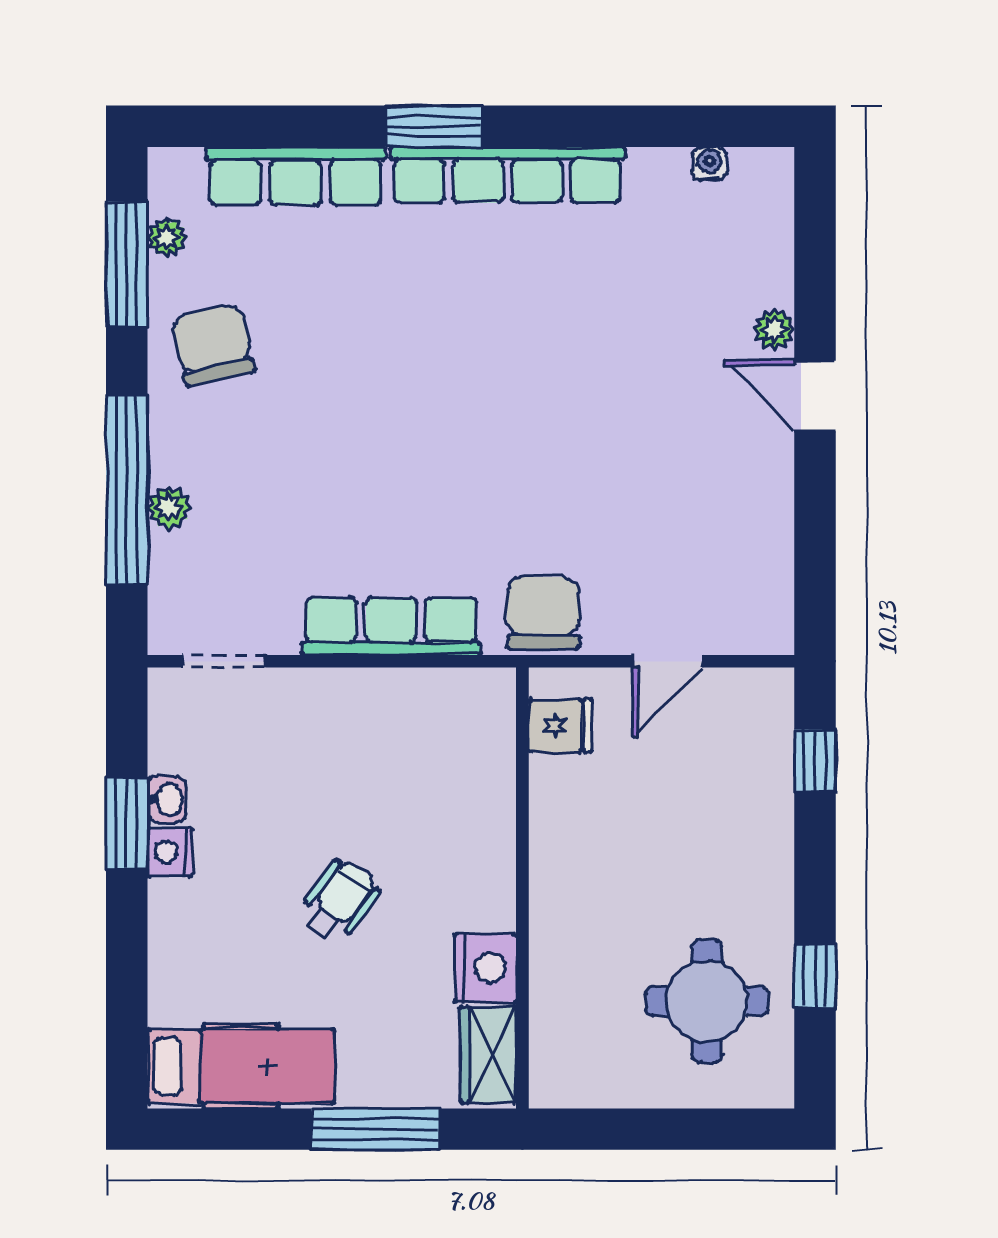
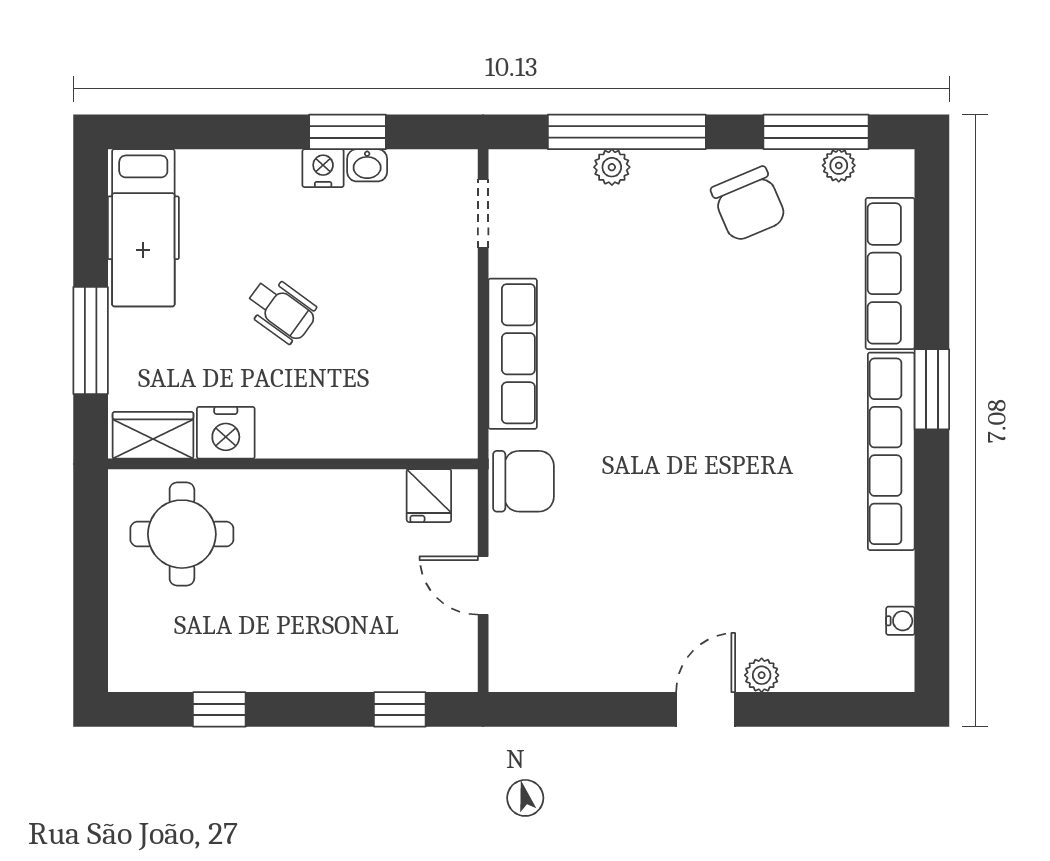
chair: (213, 345) -> (749, 204), turned 80
round table: (707, 1001) -> (182, 534), moved

